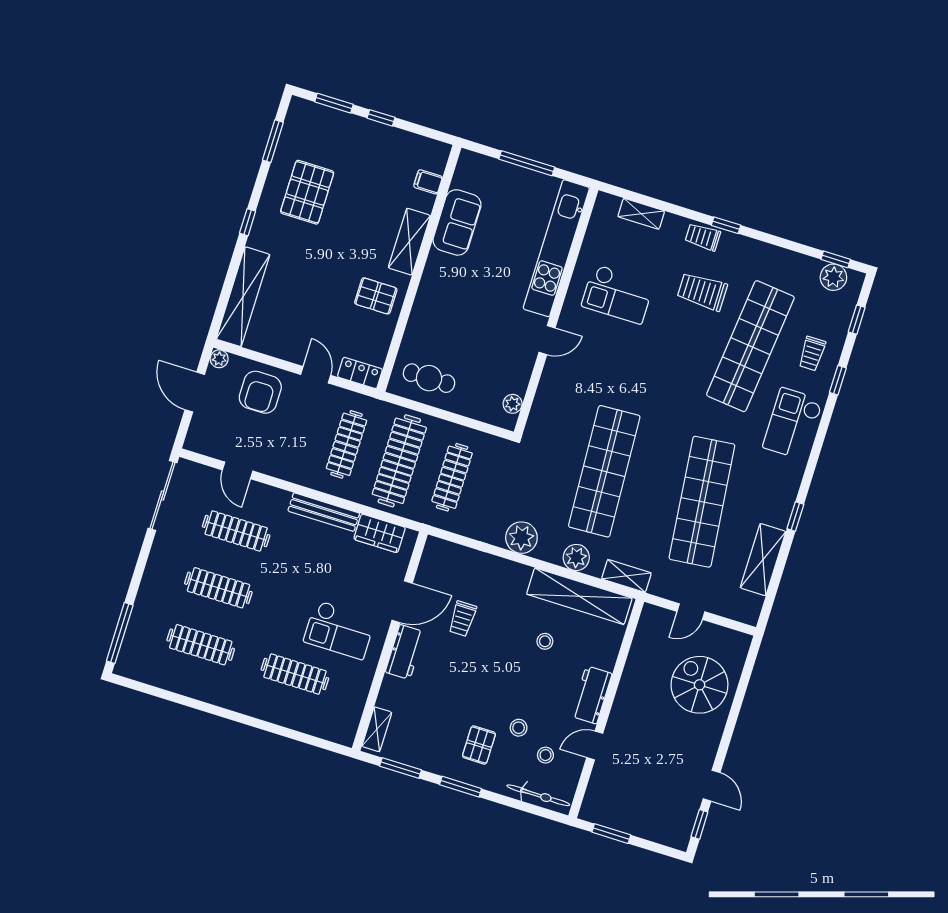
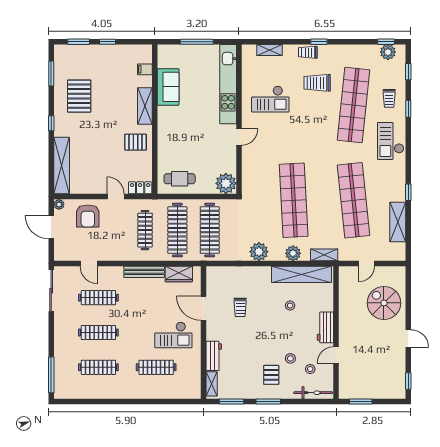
plant: (513, 404) -> (226, 183), width x1.87, depth x1.87
clothes rail: (452, 477) -> (210, 230), width x1.37, depth x1.31
door: (402, 602) -> (203, 308), swing flipped
workbench: (405, 652) -> (214, 356), moved
door: (712, 786) -> (408, 339), moved

